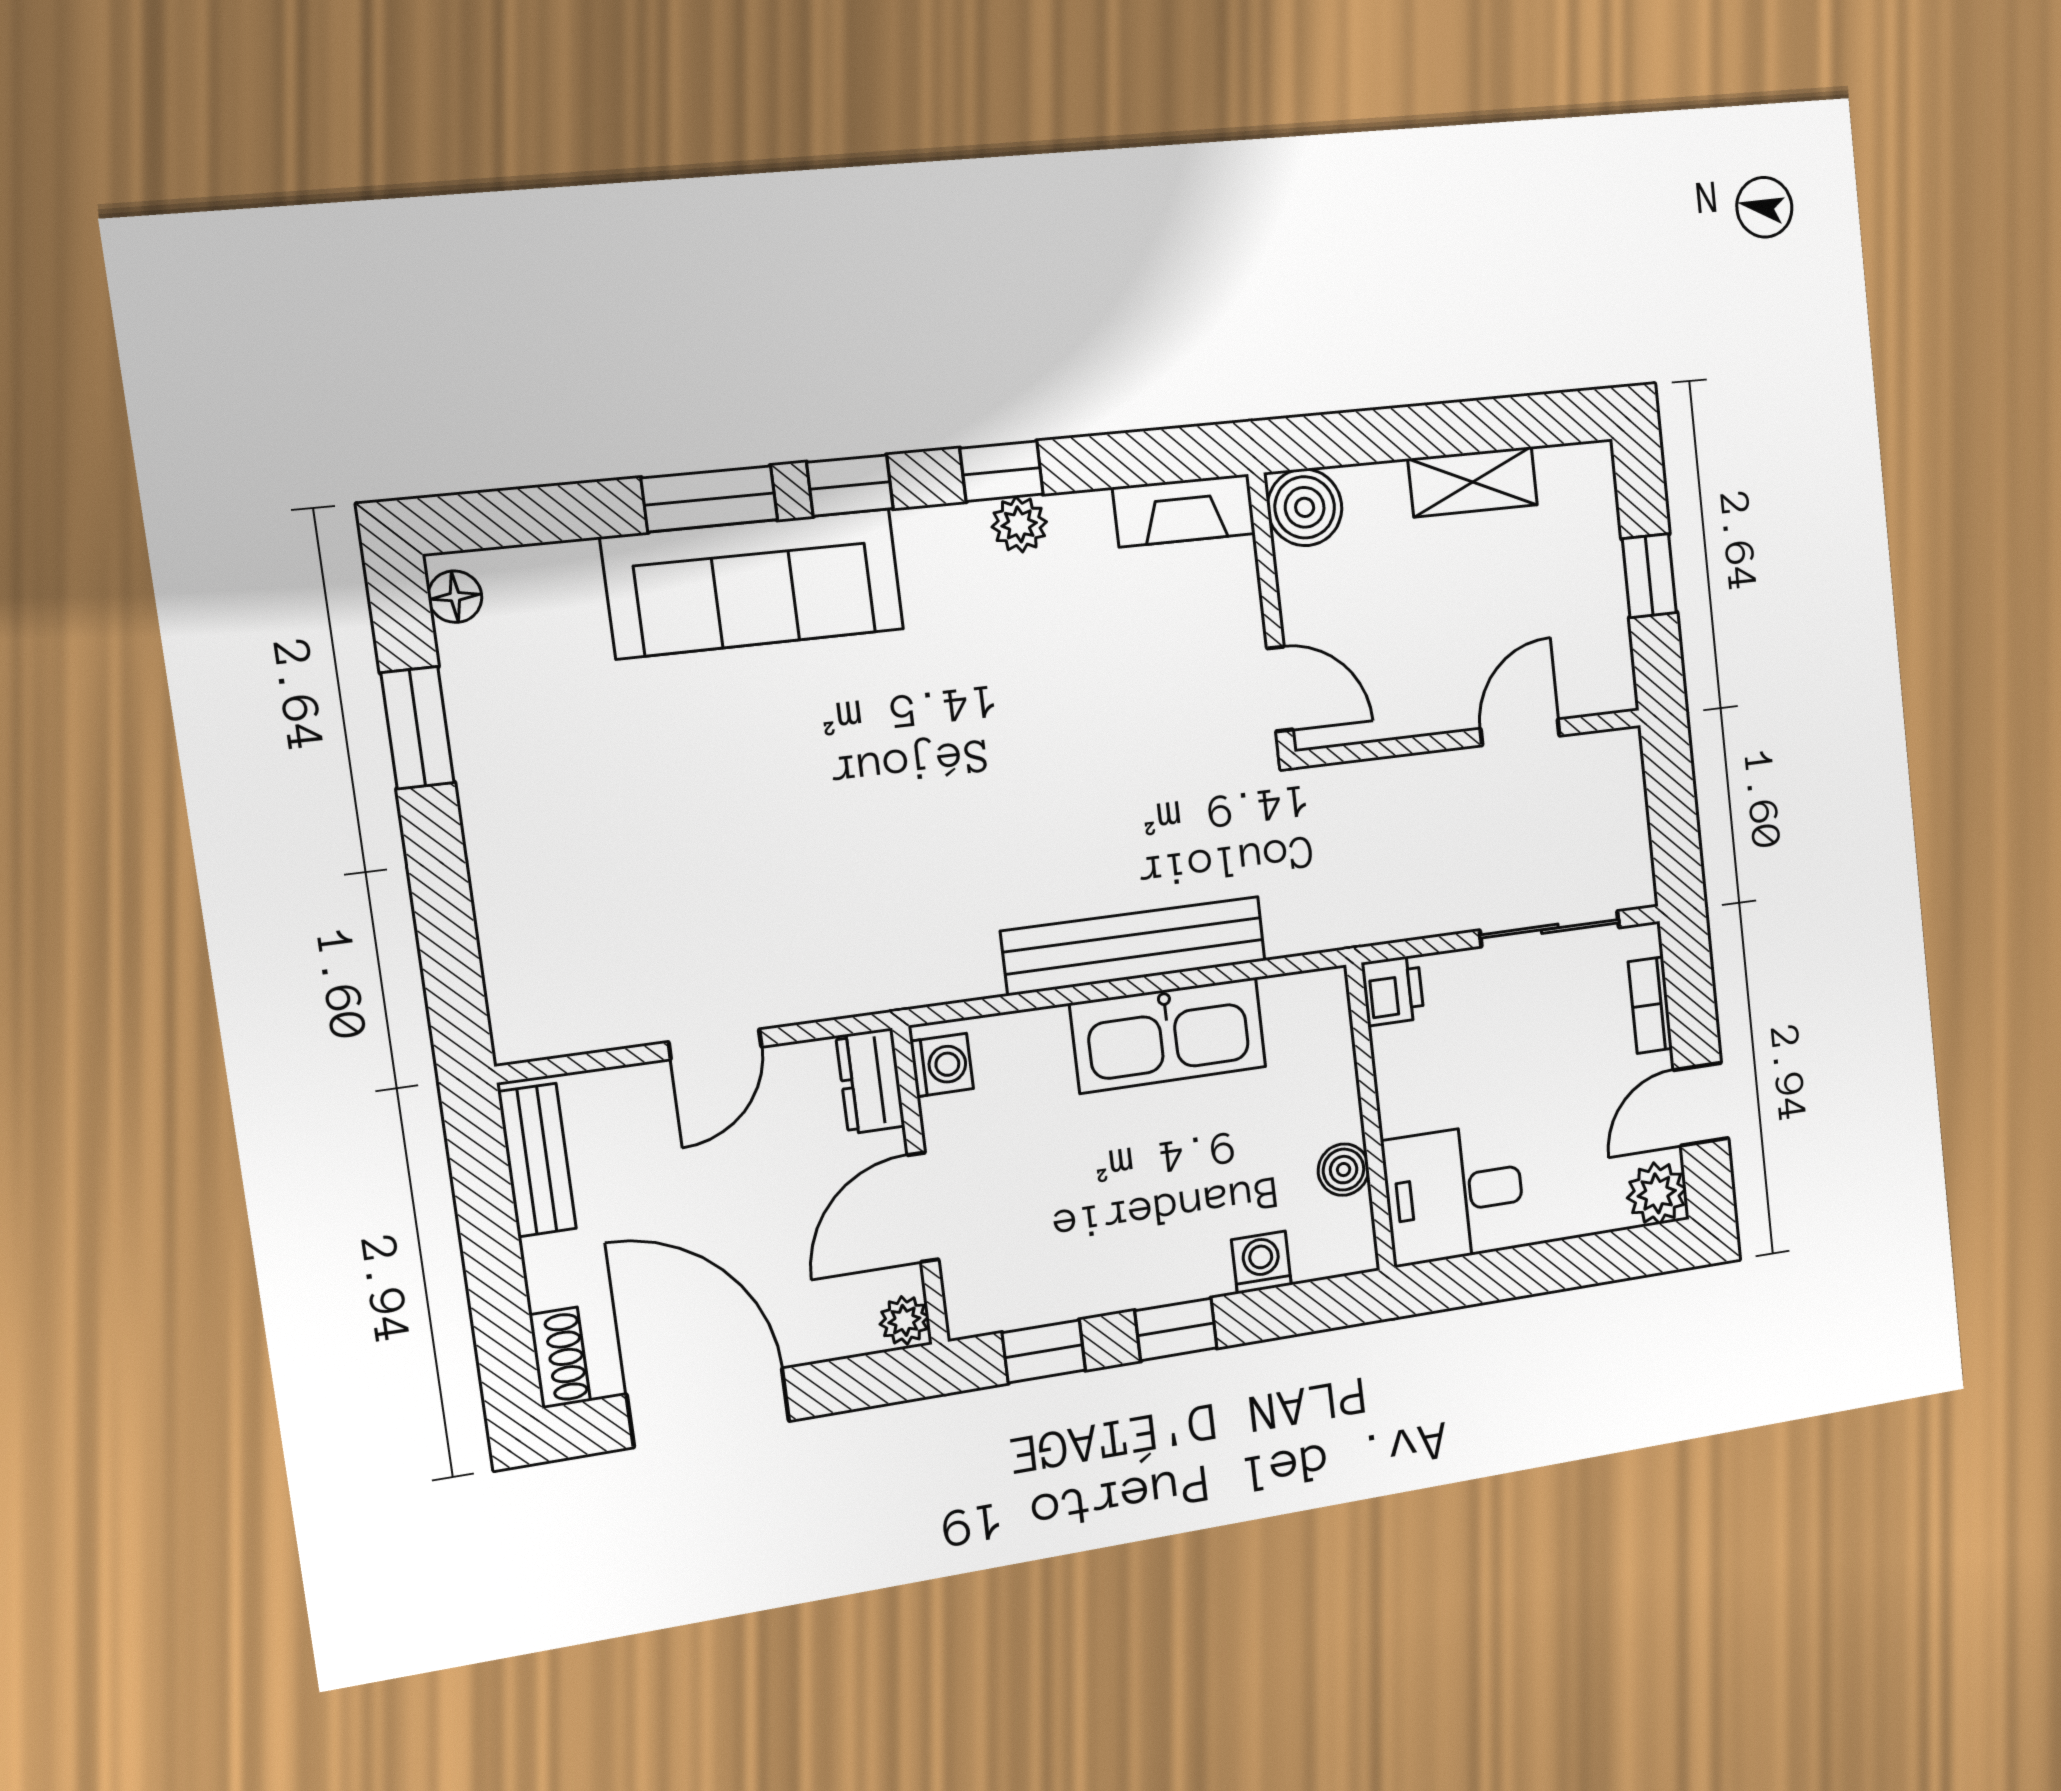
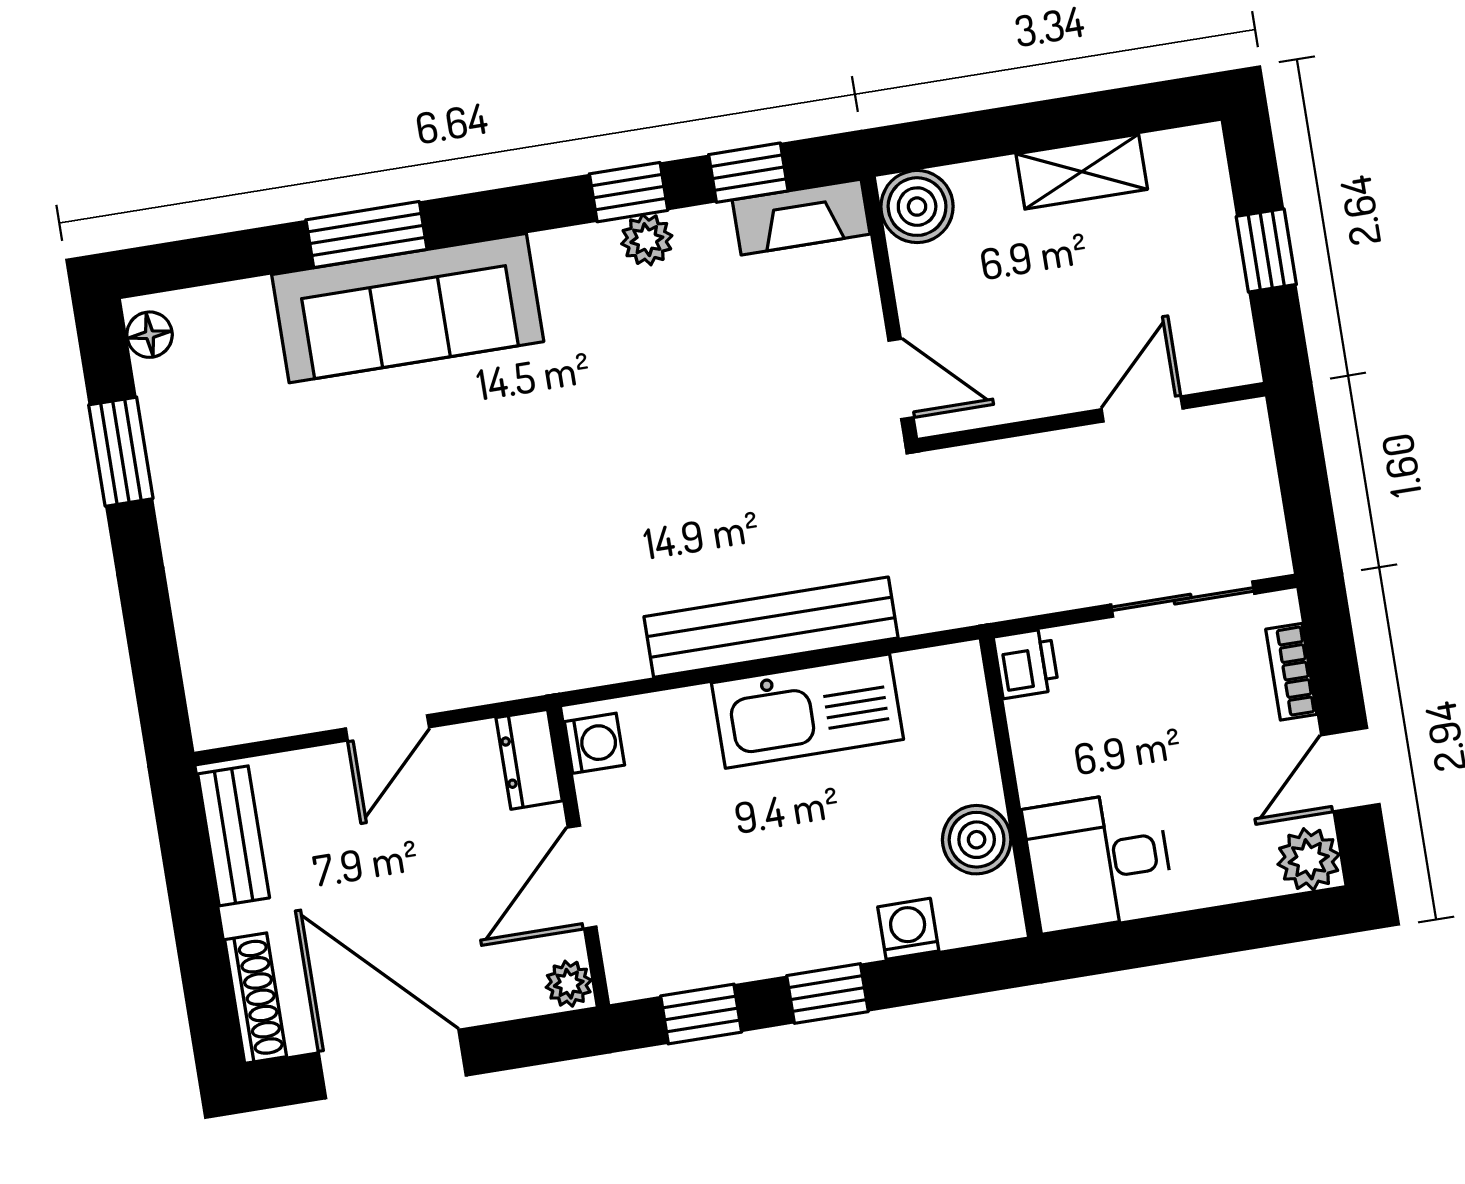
window: (850, 486) -> (748, 173), moved
boiler: (1344, 1170) -> (977, 840), width x1.36, depth x1.36
shoe rack: (560, 1358) -> (256, 998), width x1.43

